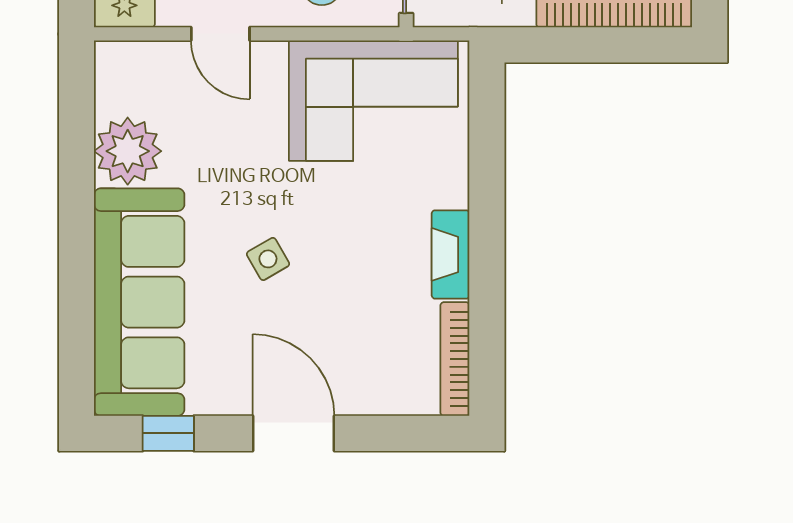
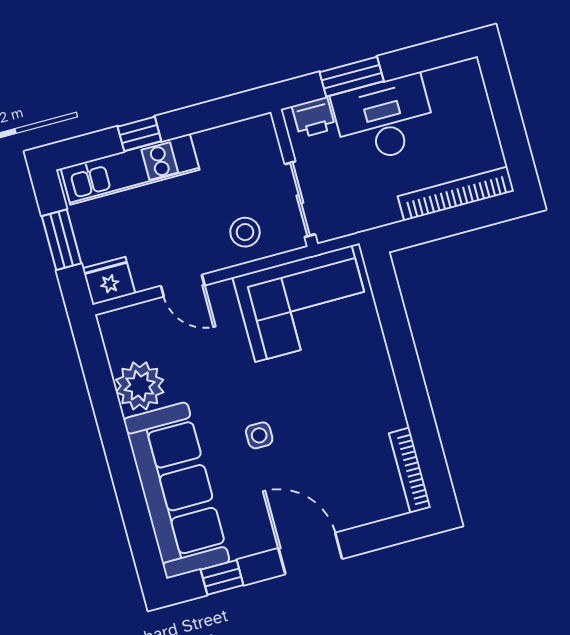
fireplace: (451, 254) -> (387, 397), removed
side table: (268, 259) -> (259, 435), turned 30

